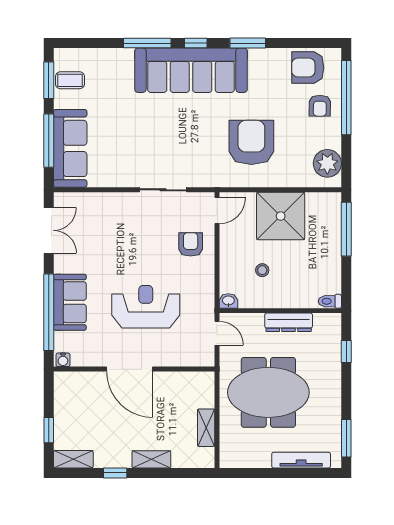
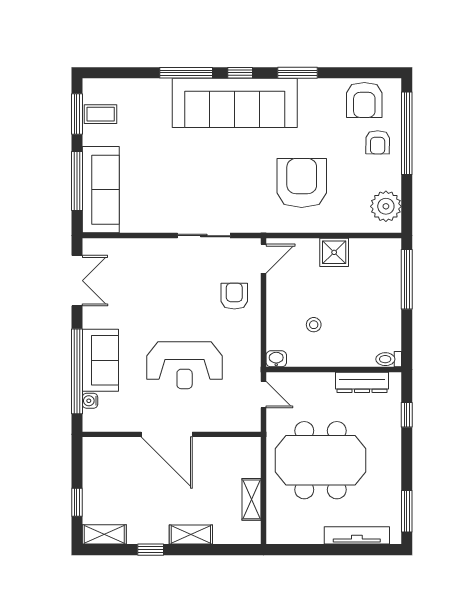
armchair: (308, 68) -> (364, 100), turned -90
shower: (281, 216) -> (334, 252), width x0.54, depth x0.54
reception desk: (146, 307) -> (185, 365), turned 180
dresser: (289, 322) -> (362, 382), moved
water cooler: (63, 360) -> (90, 401), moved, turned 90

